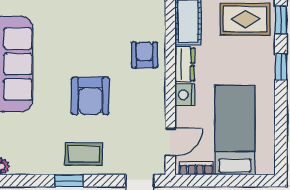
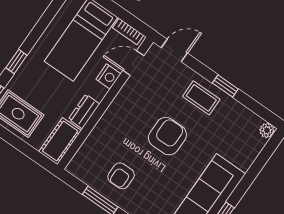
armchair: (144, 55) -> (121, 176), moved
nightstand: (185, 95) -> (108, 76), moved

